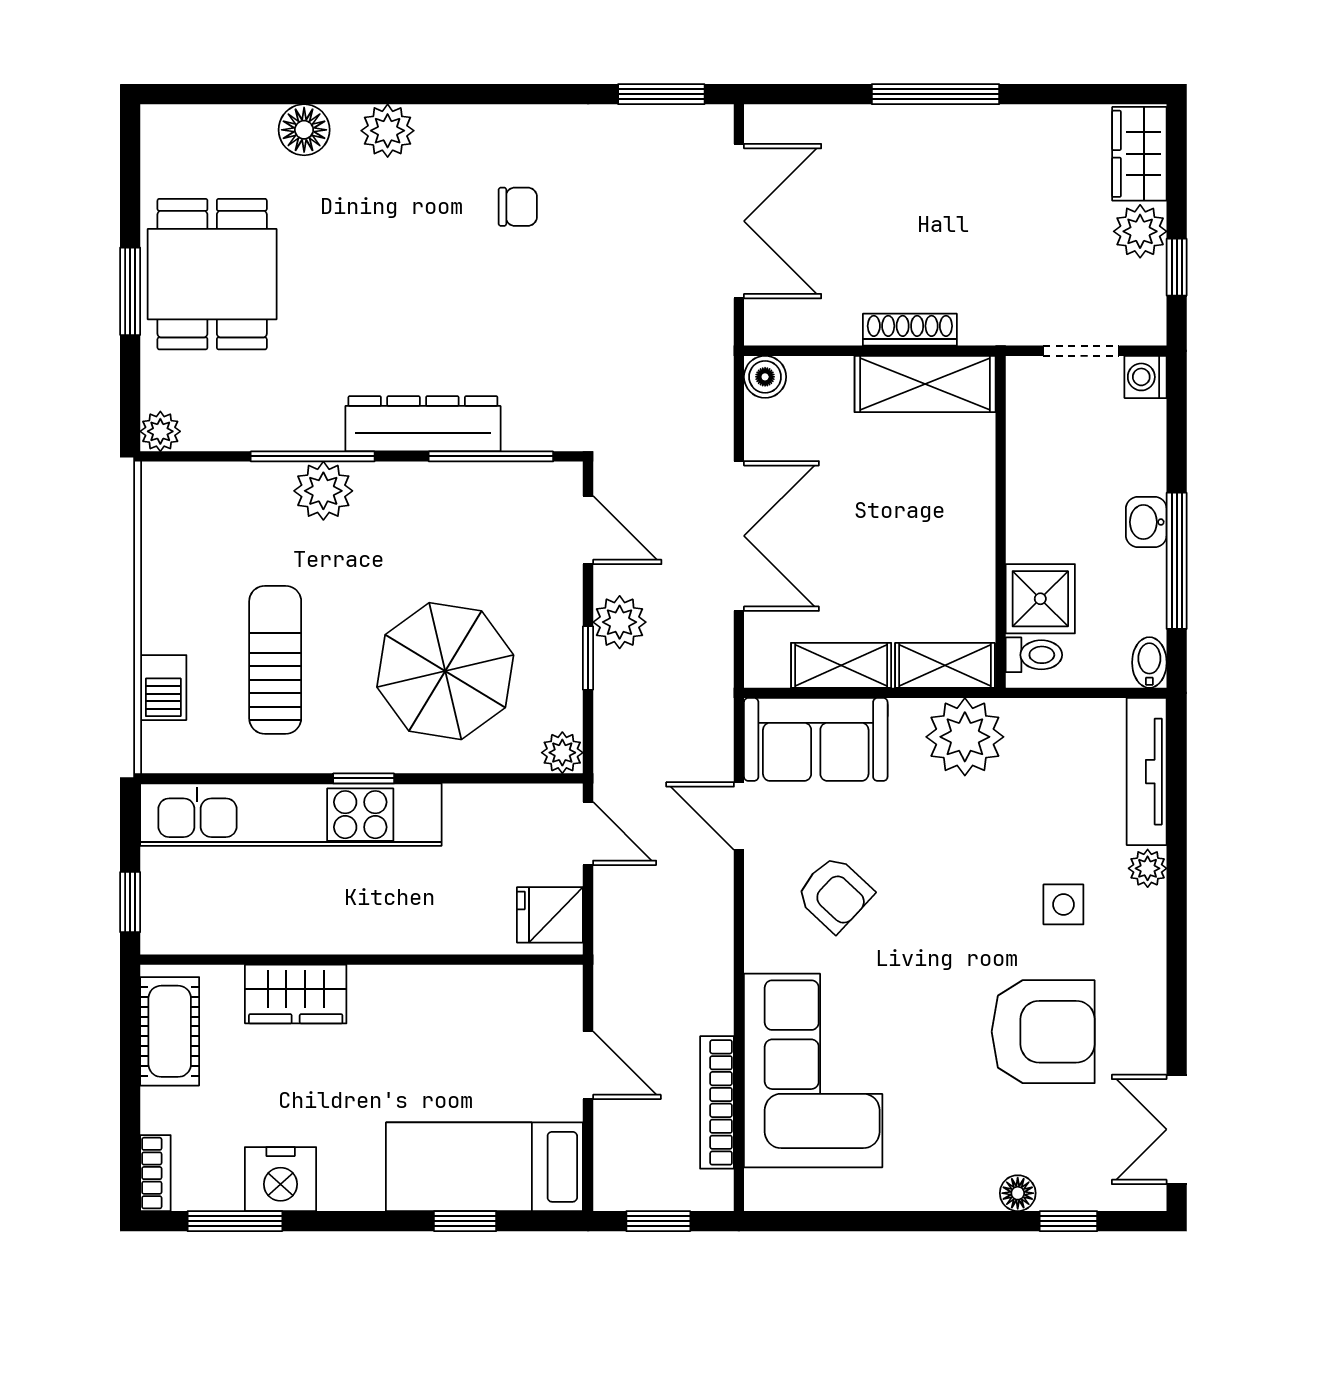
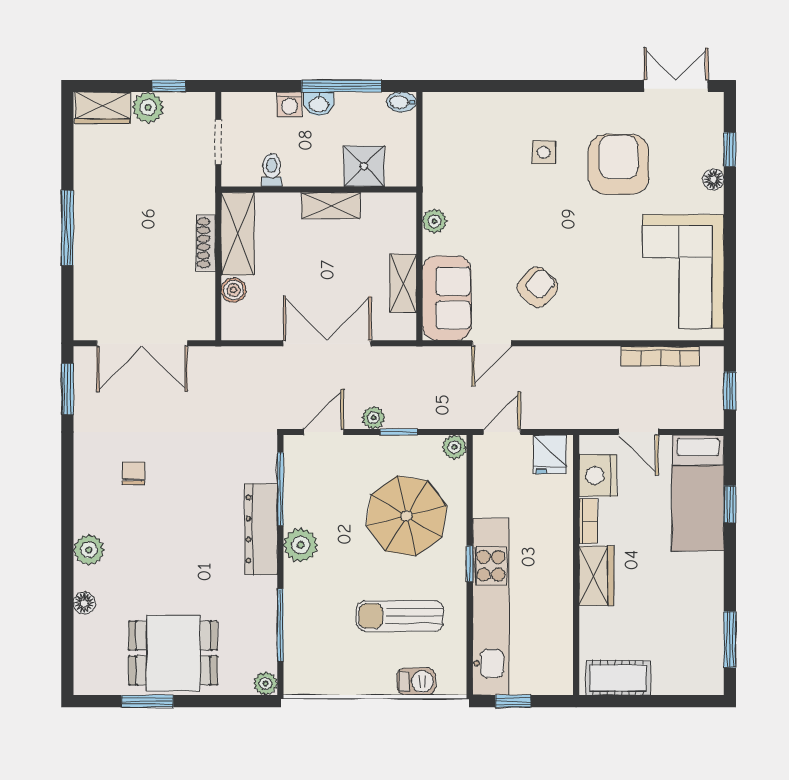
floor lamp: (304, 130) -> (84, 603), width x0.73, depth x0.73
double door: (739, 221) -> (142, 343), swing flipped
window: (130, 291) -> (147, 701), moved
boiler: (765, 377) -> (234, 290), moved
washing machine: (1145, 377) -> (289, 104), moved
window: (313, 456) -> (280, 625), moved
plant: (323, 491) -> (301, 545), moved
plant: (620, 622) -> (373, 418), width x0.73, depth x0.73
toilet: (1034, 655) -> (272, 170), moved
shelving: (945, 665) -> (331, 206), moved, turned 90
plant: (965, 737) -> (434, 221), width x0.53, depth x0.53
tv unit: (1147, 772) -> (466, 104), removed
plant: (1148, 868) -> (522, 103), removed
window: (130, 902) -> (513, 701), moved
wardrobe: (296, 994) -> (596, 576), moved
door: (588, 1065) -> (638, 432), swing flipped
corner sofa: (813, 1071) -> (683, 271), moved, turned -90
double door: (1177, 1129) -> (676, 86), swing flipped
bookcase: (155, 1173) -> (588, 521), moved, turned 90
nightstand: (281, 1179) -> (598, 475), moved, turned 180

